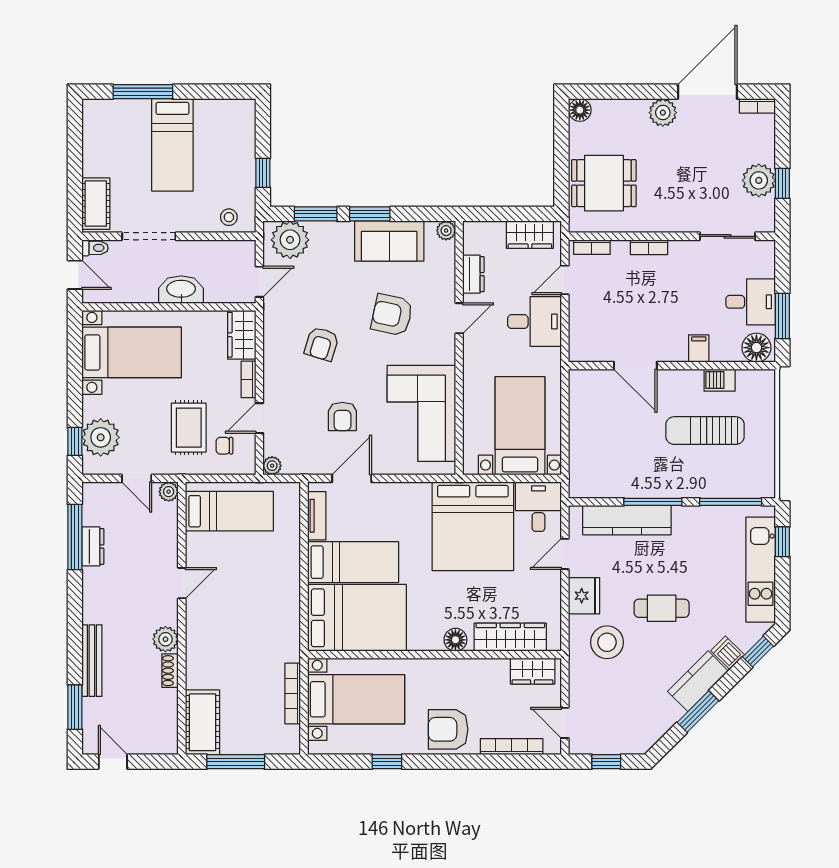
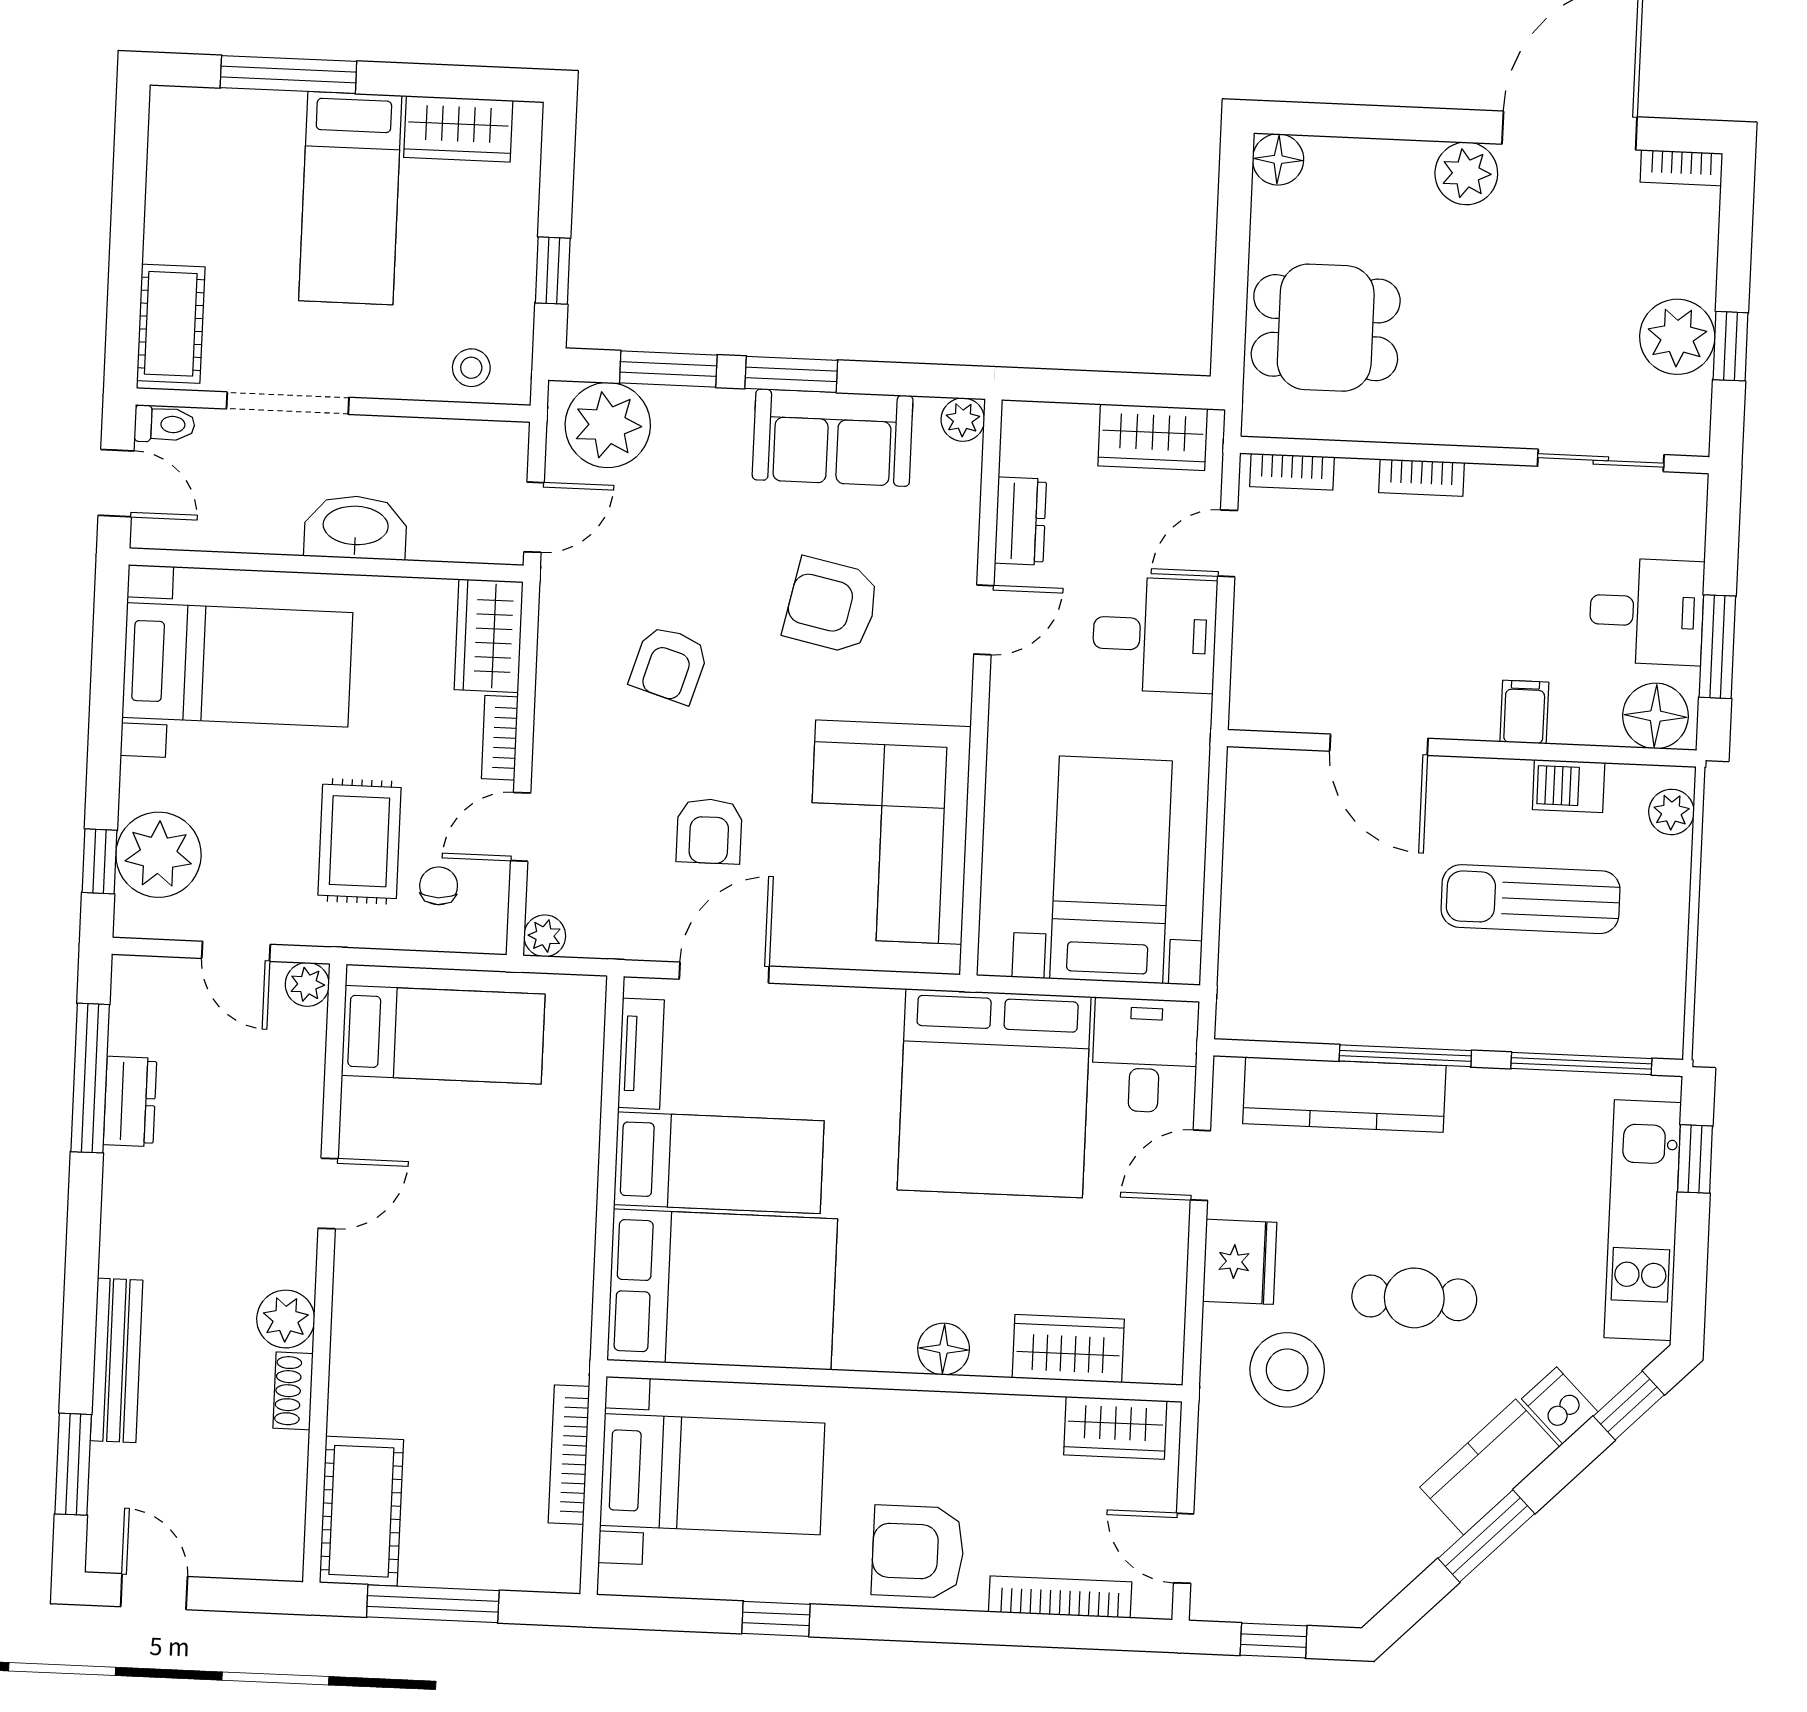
wardrobe: (219, 112) -> (458, 129), added
plant: (765, 390) -> (1671, 812), added
chair: (224, 446) -> (439, 886), turned 90
wardrobe: (510, 637) -> (1068, 1349), width x0.67

